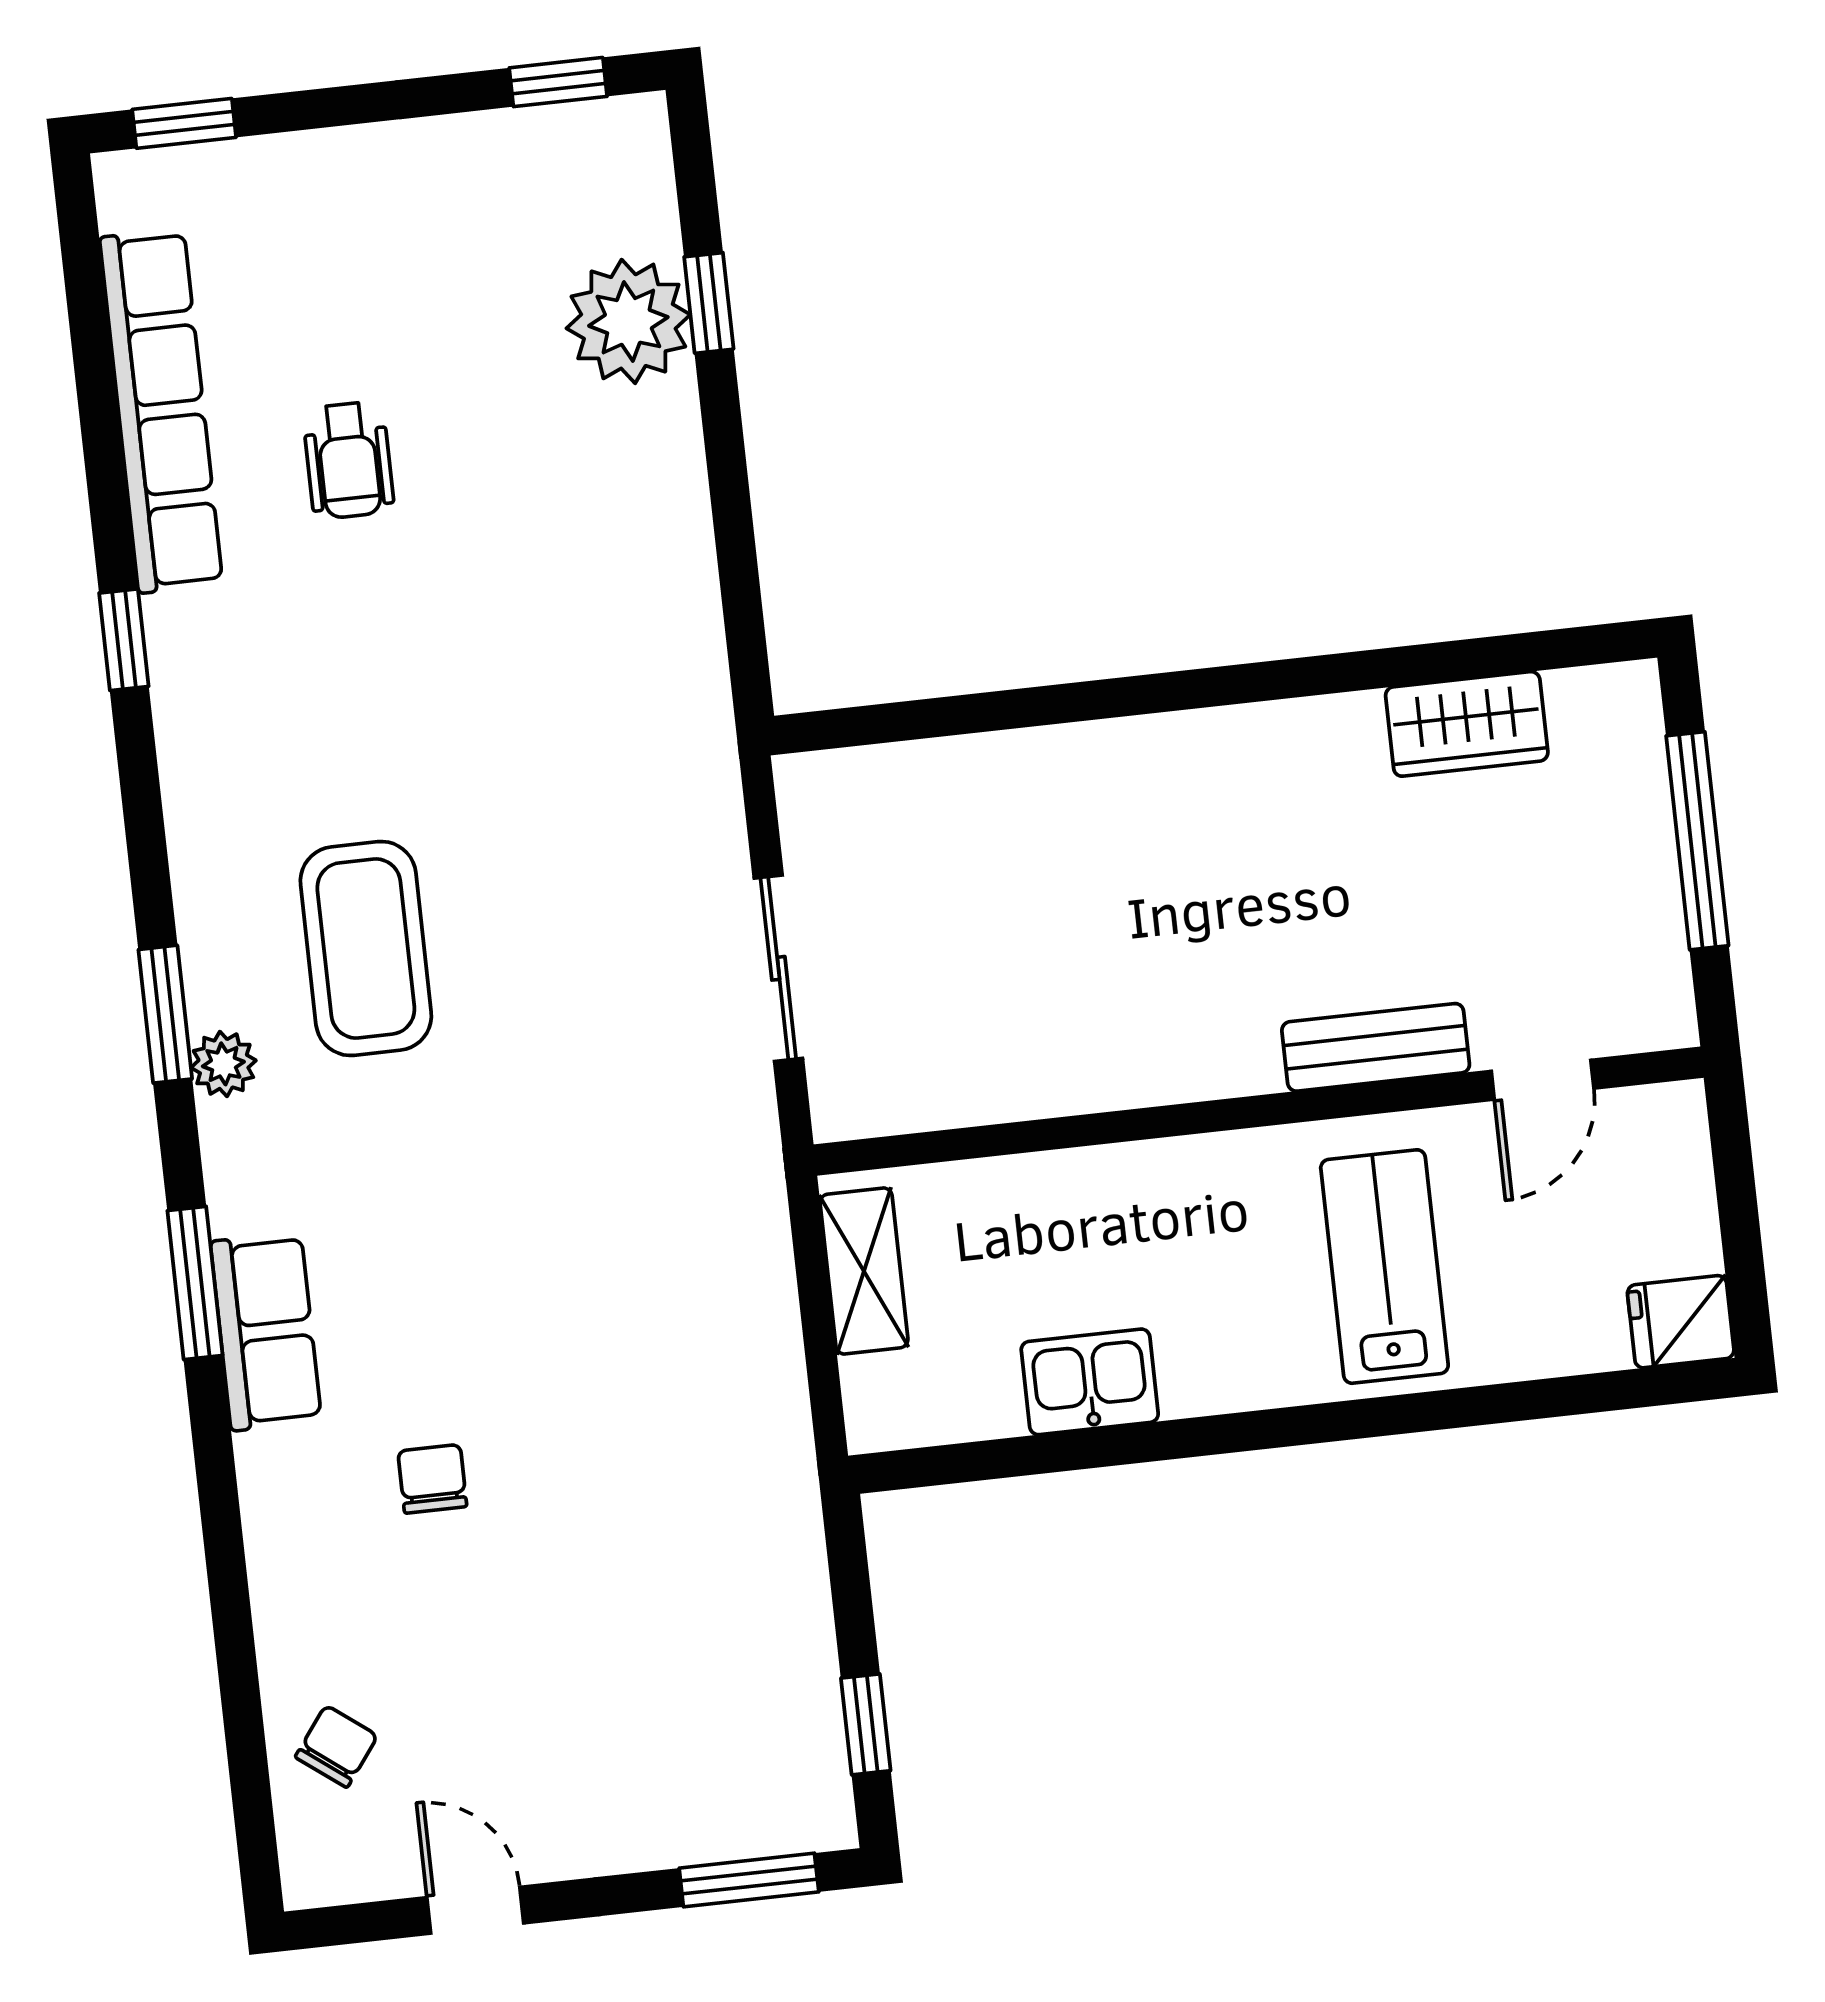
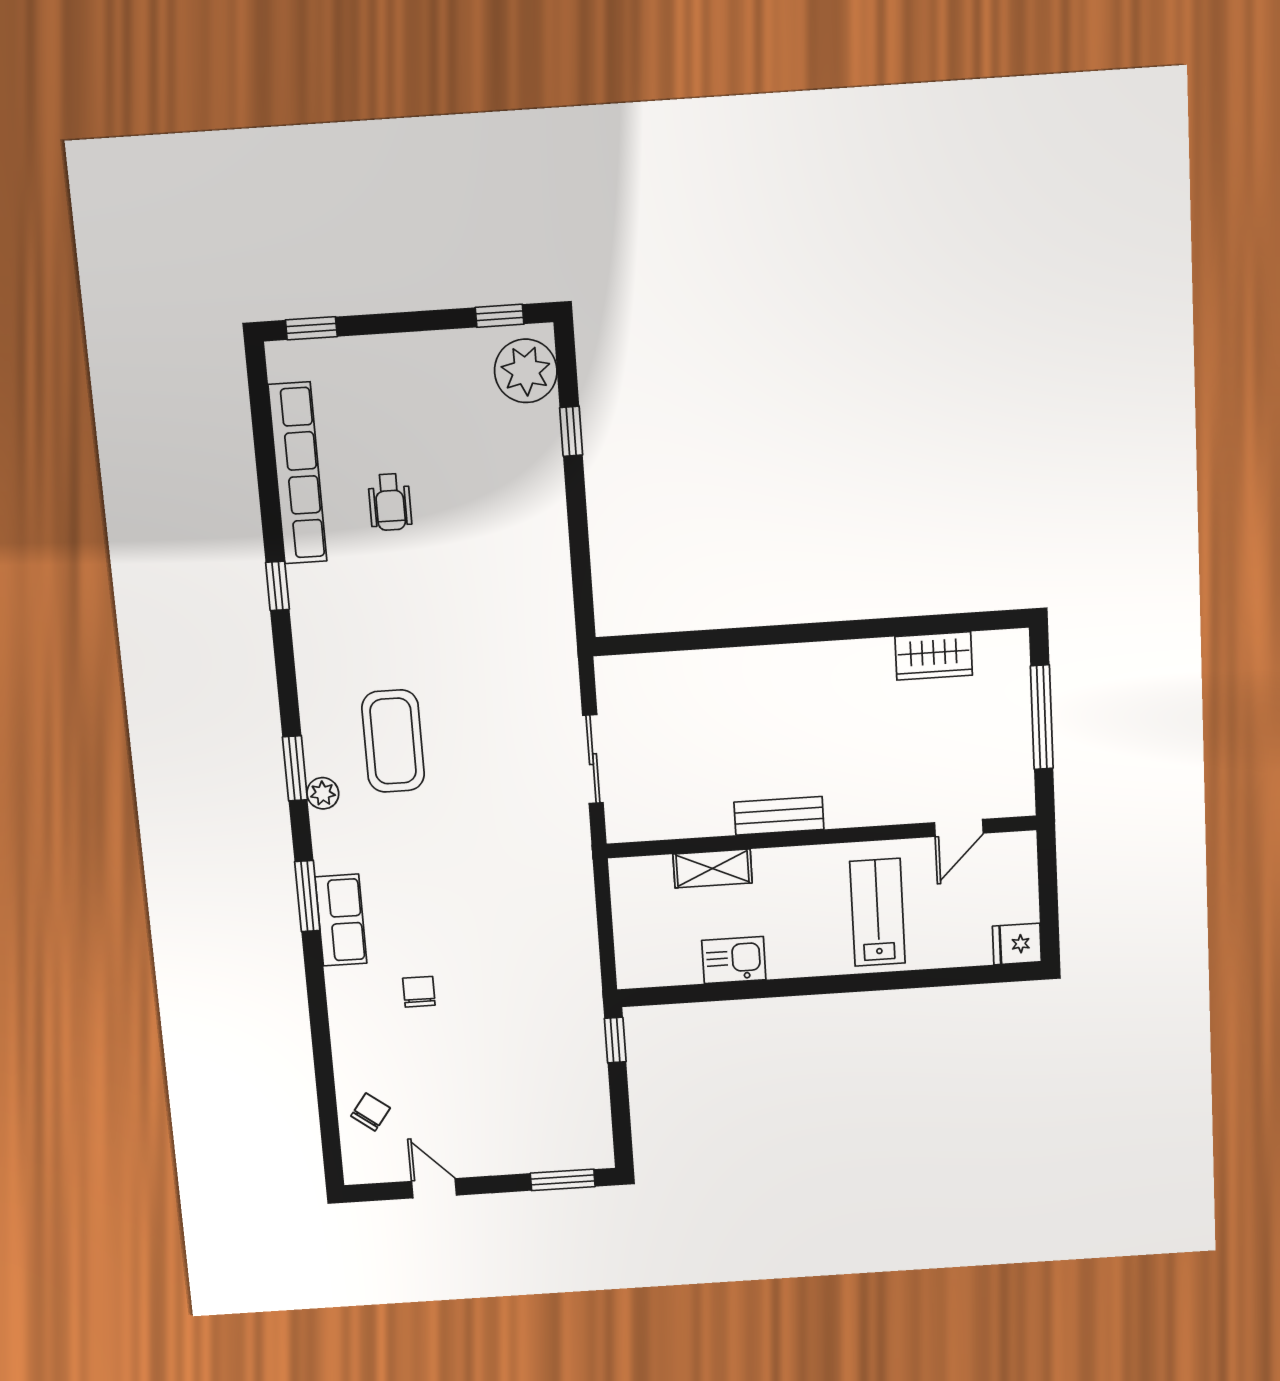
plant: (628, 321) -> (526, 371), moved
bench: (1376, 1047) -> (779, 816), moved
shelving: (864, 1271) -> (713, 869), moved, turned 90
window: (866, 1724) -> (615, 1040), moved

